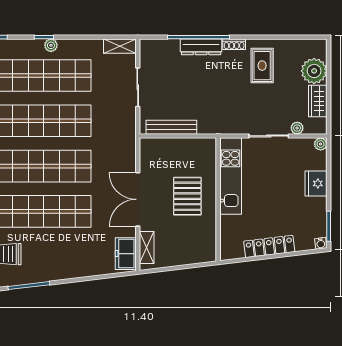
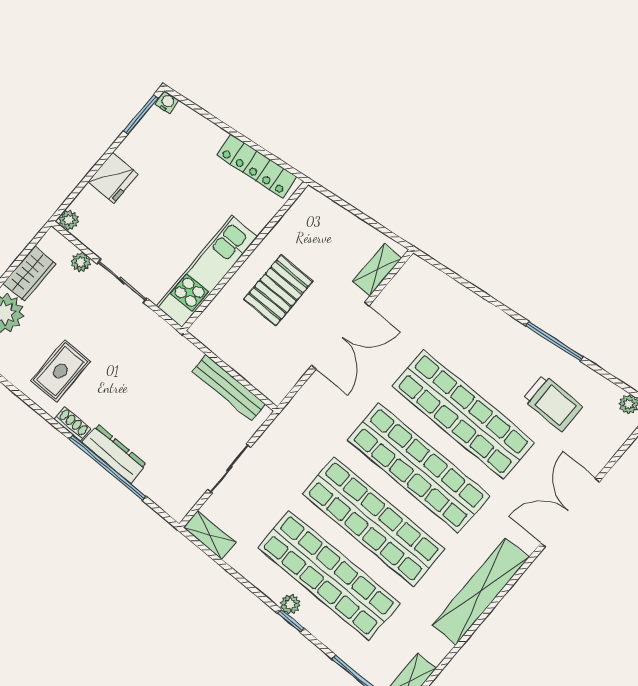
locker: (269, 246) -> (257, 166), moved
freezer: (126, 254) -> (408, 283), removed

